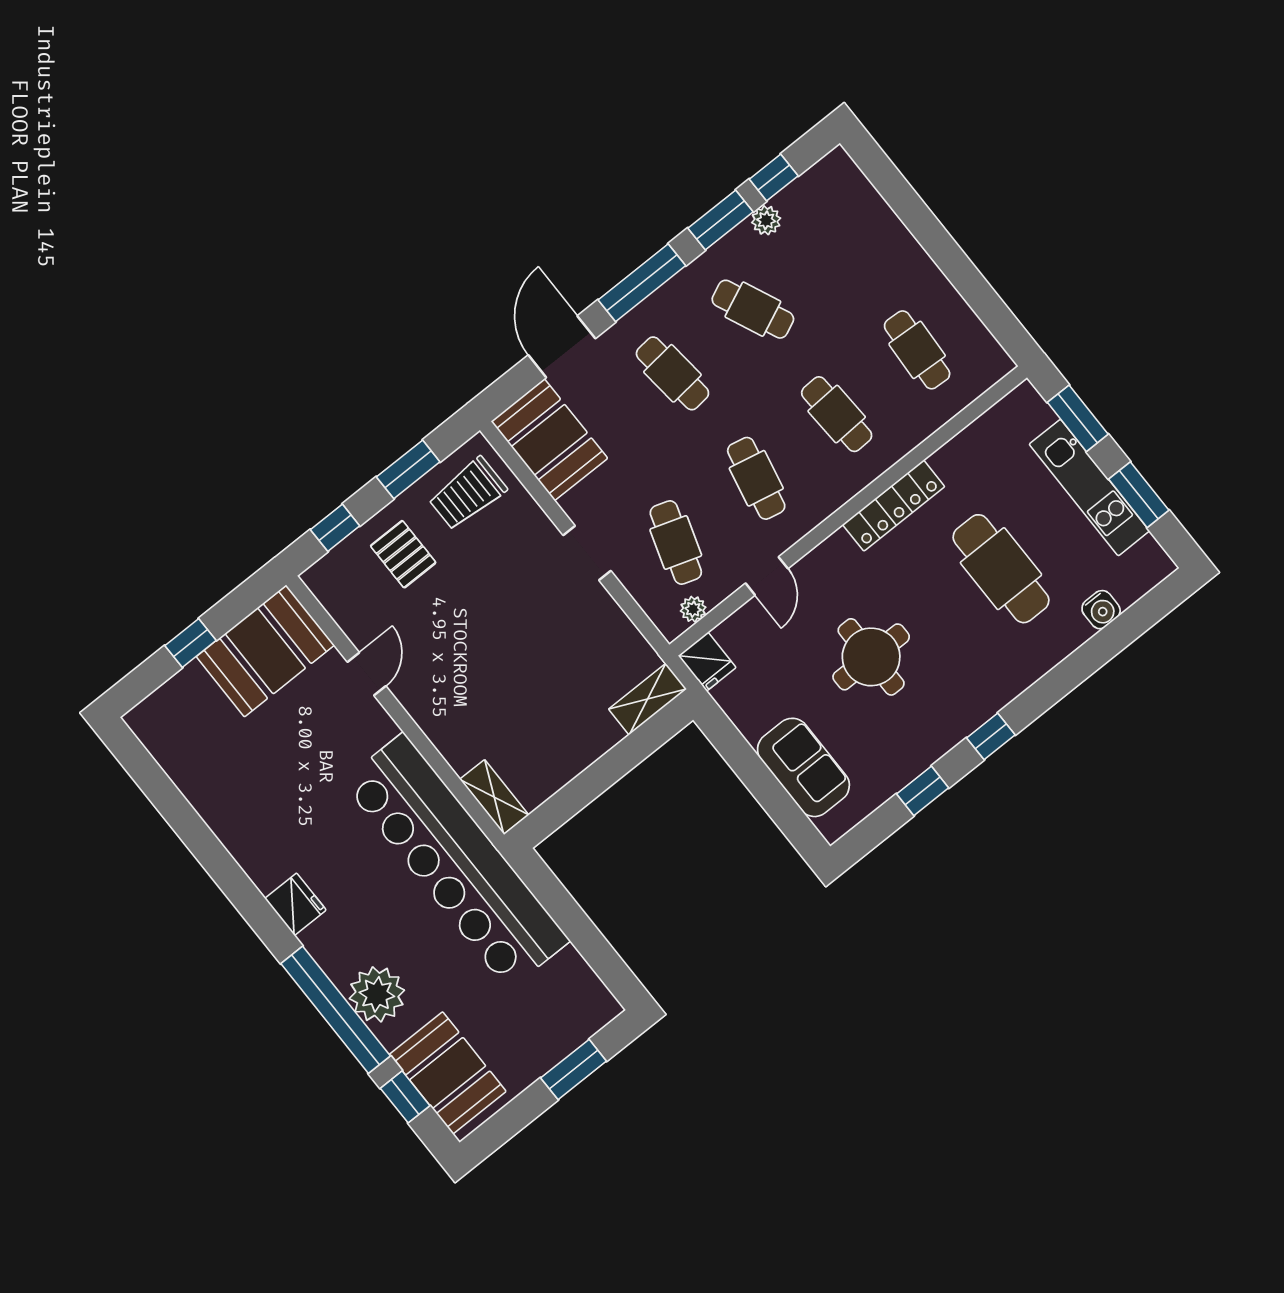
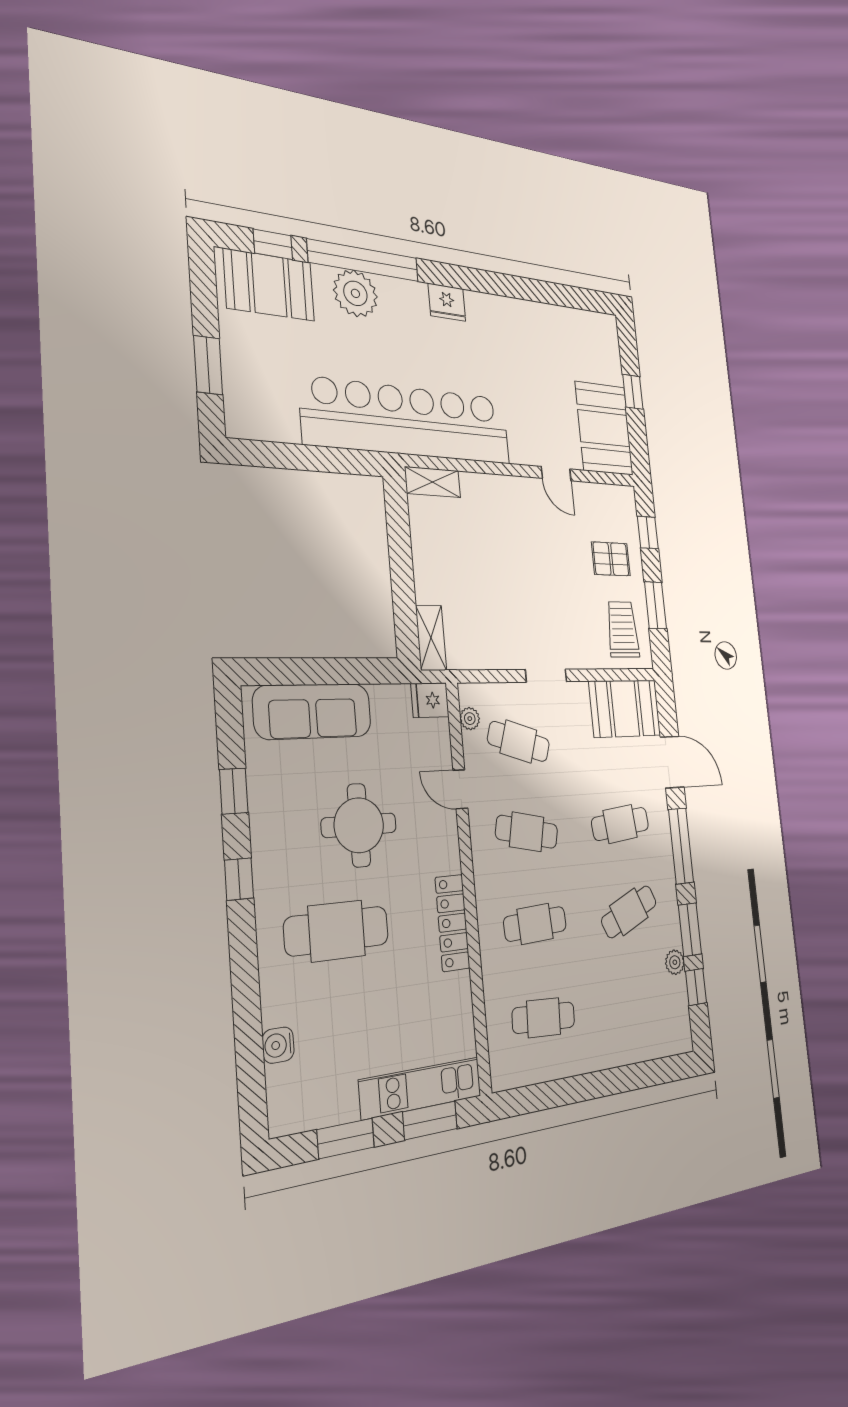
kitchen unit: (1089, 488) -> (421, 1088), moved
cafe table: (1001, 569) -> (337, 931), moved
sofa: (803, 767) -> (313, 711), width x1.36

